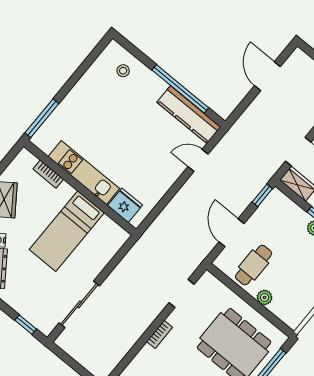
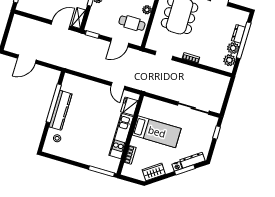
kitchen counter: (189, 115) -> (61, 110), moved
door: (198, 160) -> (118, 86), moved

